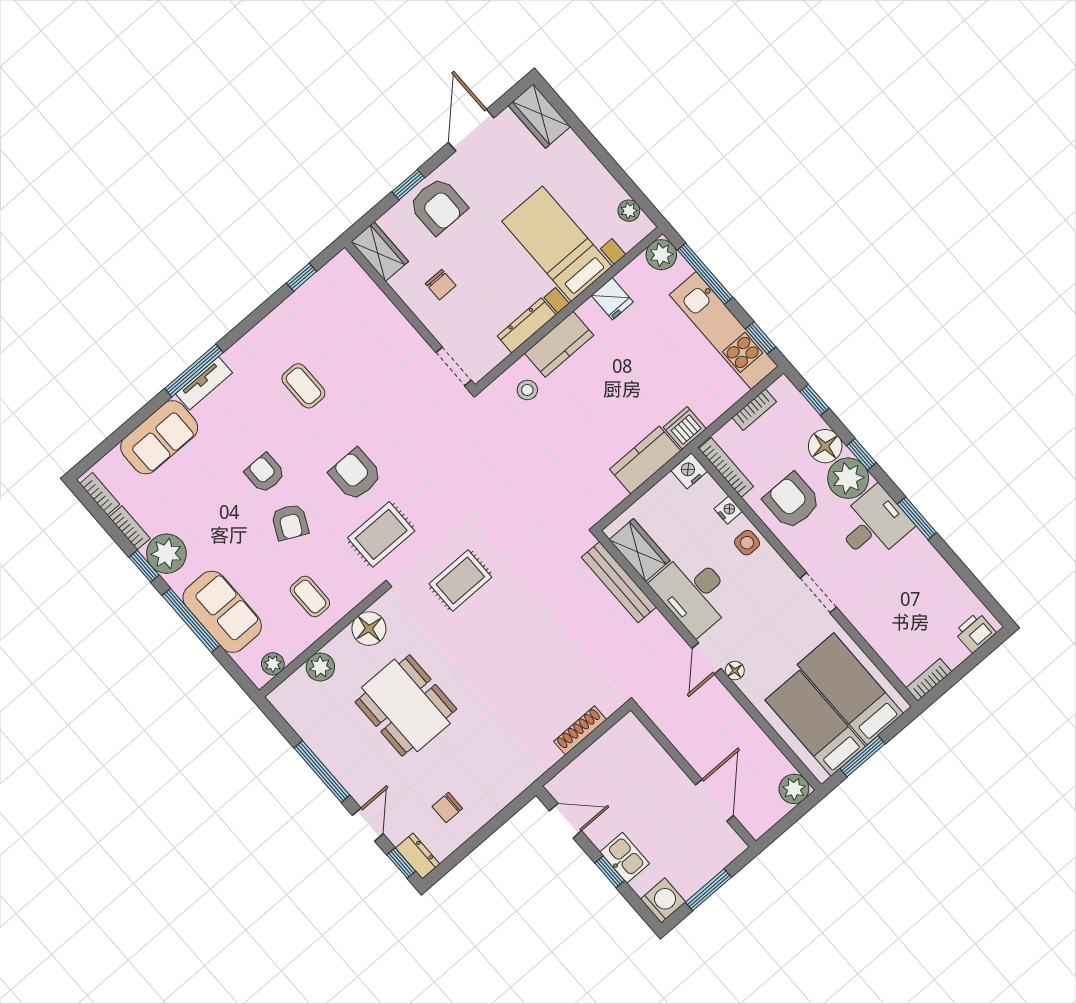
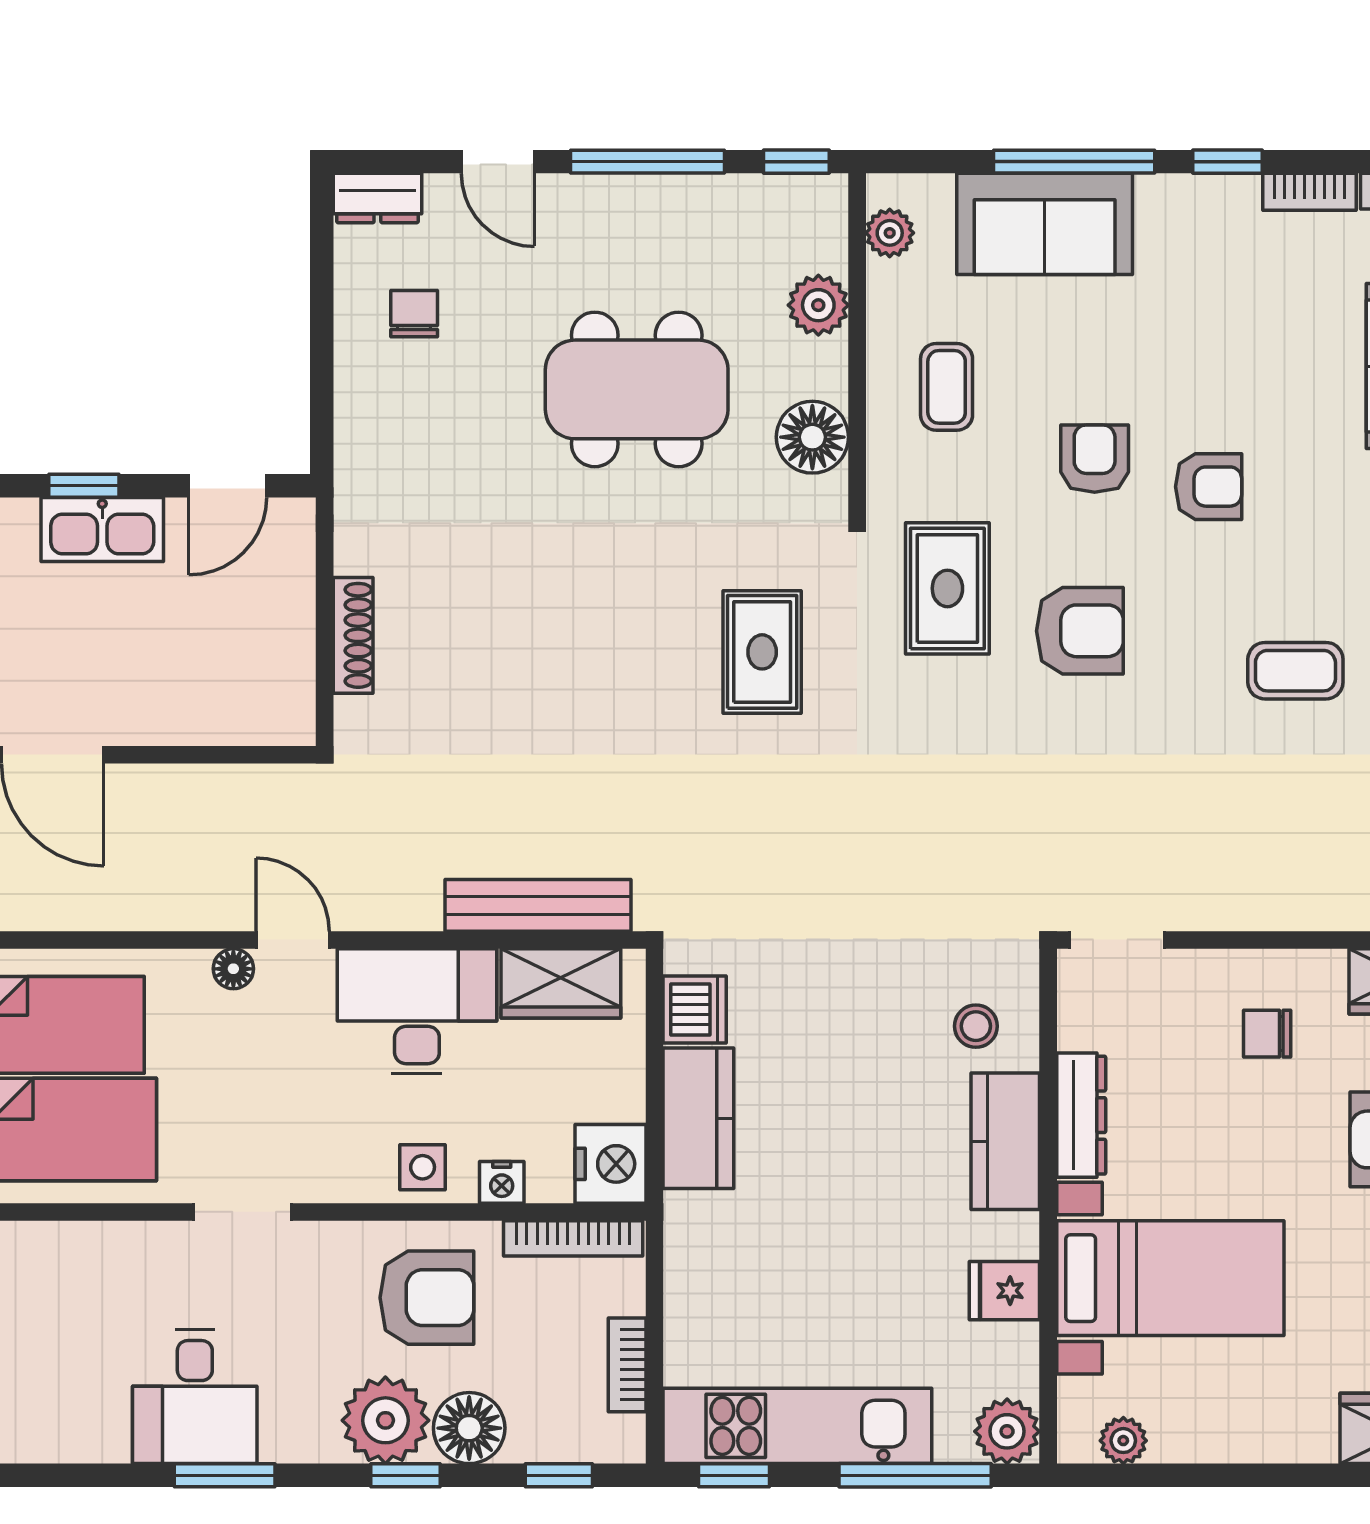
dishwasher: (685, 428) -> (695, 1009), moved
nightstand: (689, 471) -> (610, 1164), width x1.36, depth x1.33
armchair: (290, 522) -> (1095, 459), turned 64
desk: (874, 524) -> (195, 1397), moved
plant: (166, 554) -> (1216, 215), removed
coffee table: (310, 596) -> (947, 387), turned 90
kitchen sink: (625, 858) -> (102, 529), width x1.38
window: (401, 863) -> (796, 162), moved

